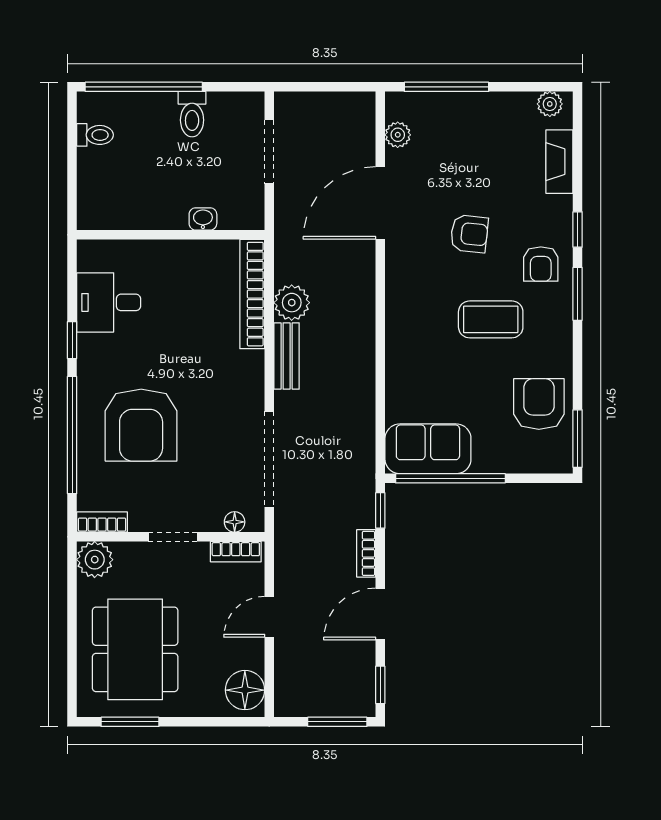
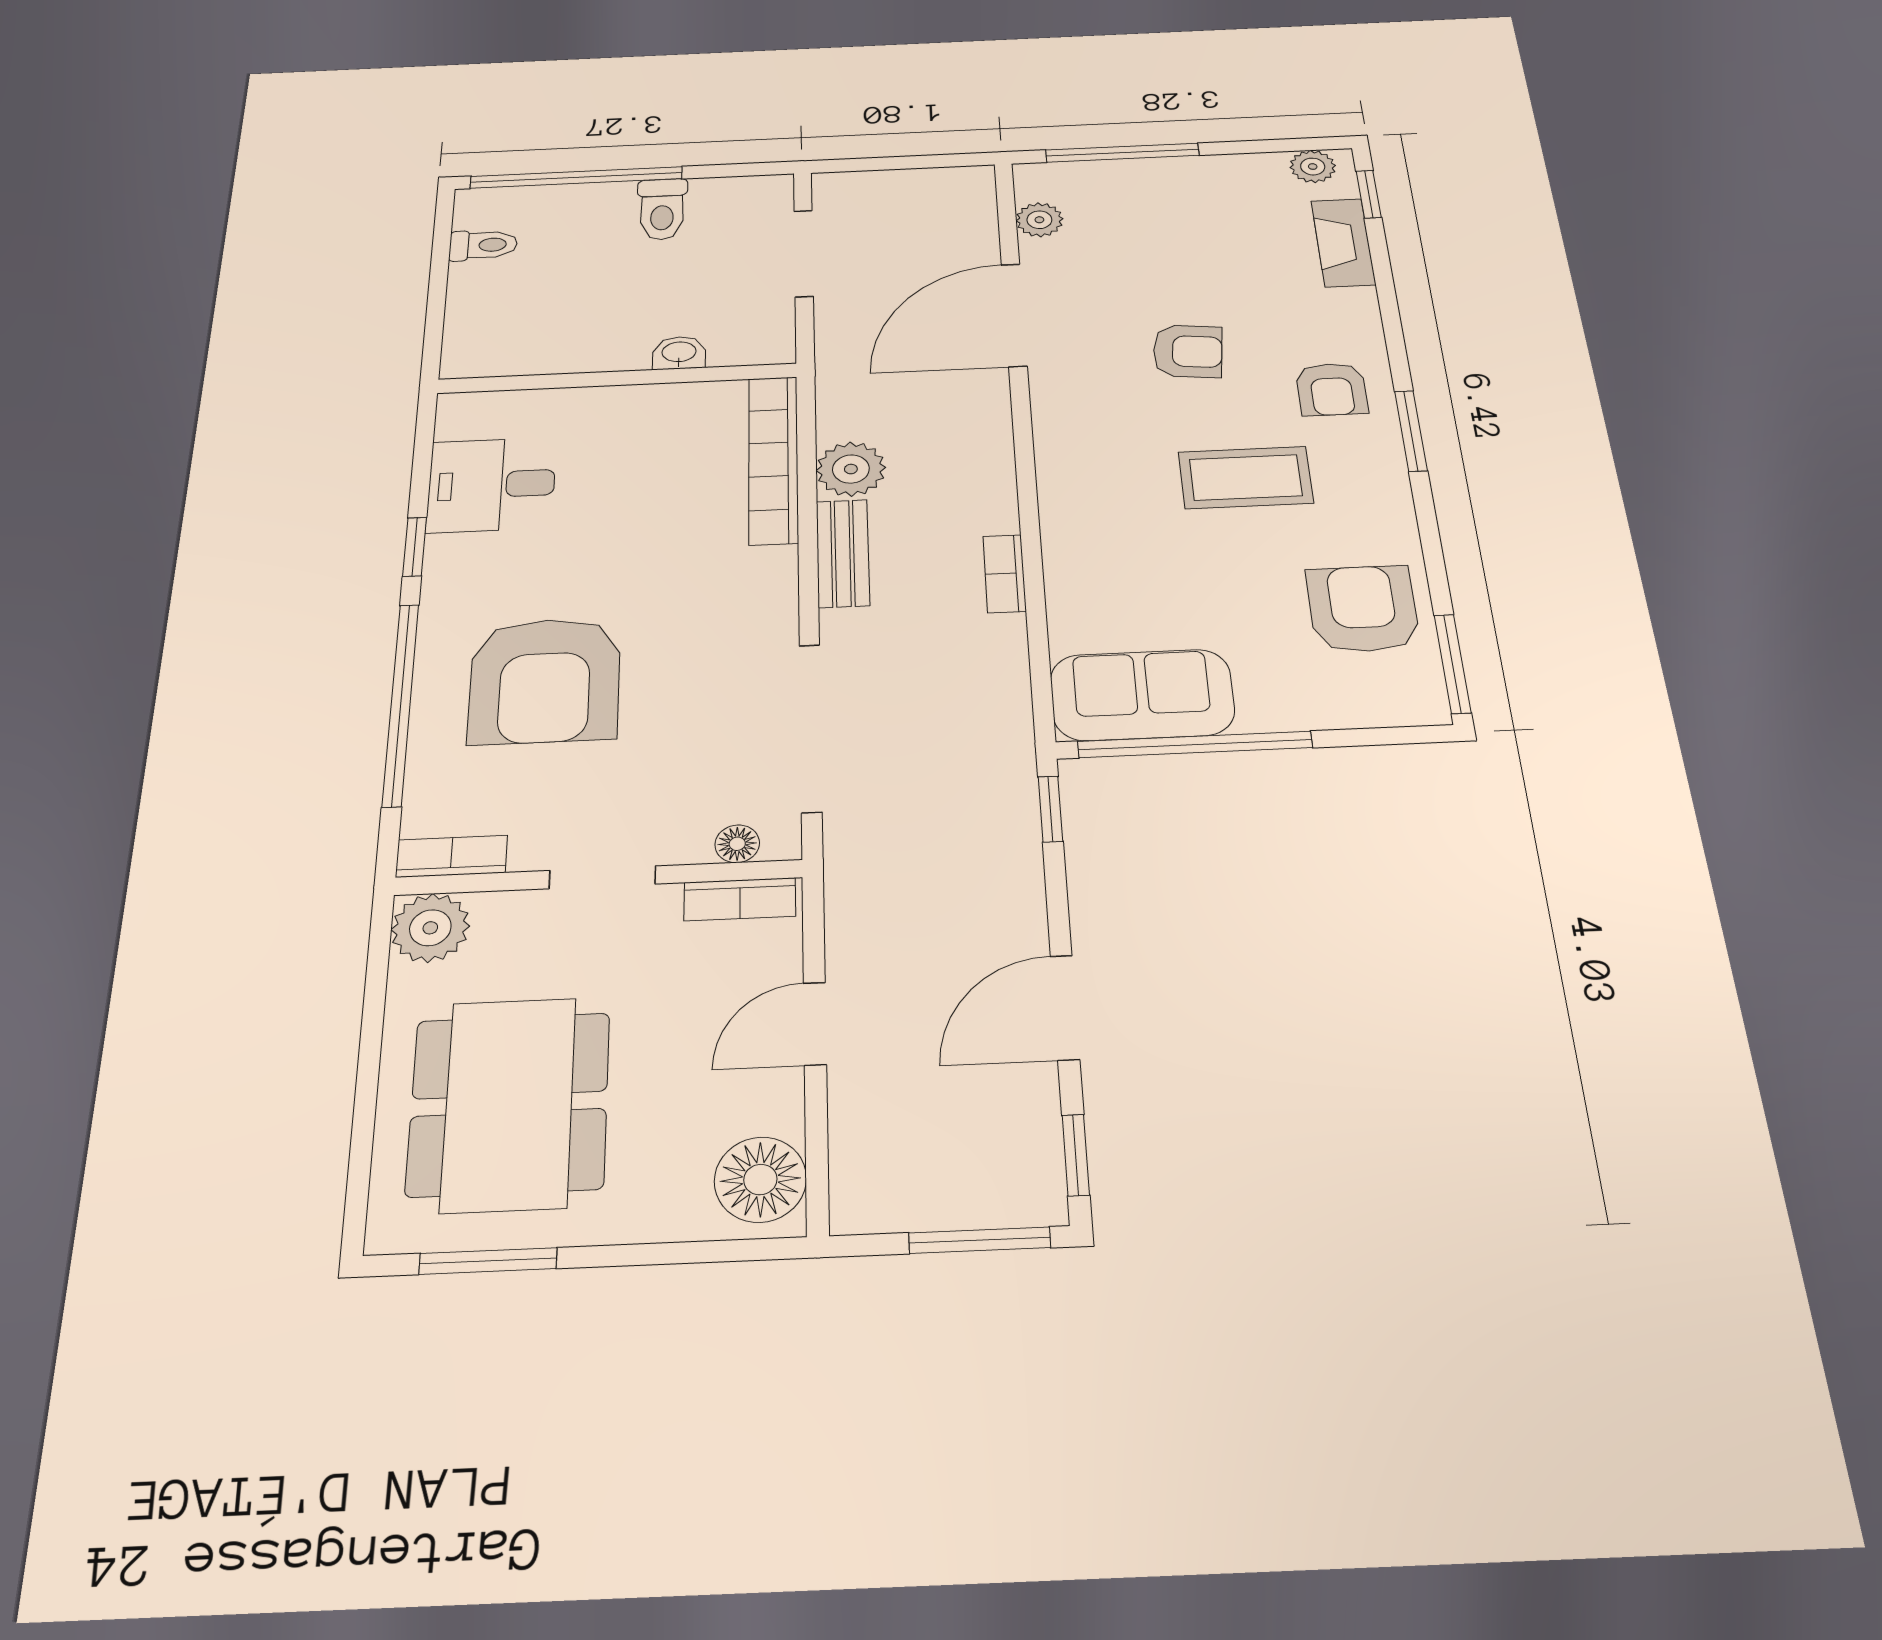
window: (578, 229) -> (1369, 194), moved
bookcase: (366, 553) -> (1005, 574), moved

